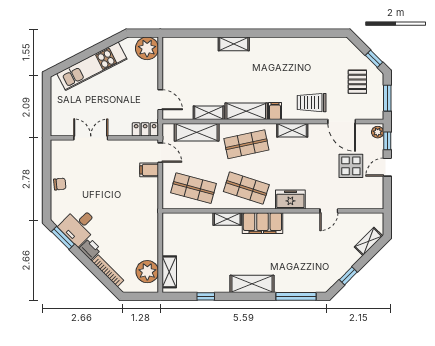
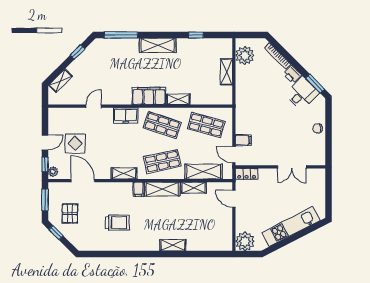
trolley: (312, 103) -> (117, 223), moved
shelving: (169, 272) -> (226, 72), moved

